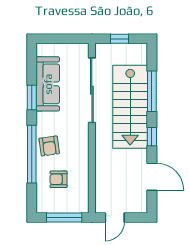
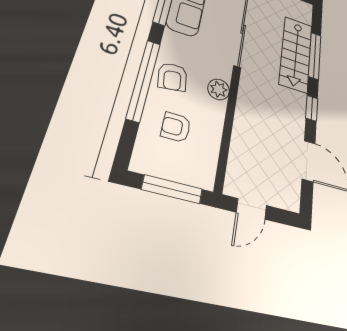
stairs: (130, 107) -> (296, 54), width x0.73, depth x0.66
plant: (81, 145) -> (219, 89), added

